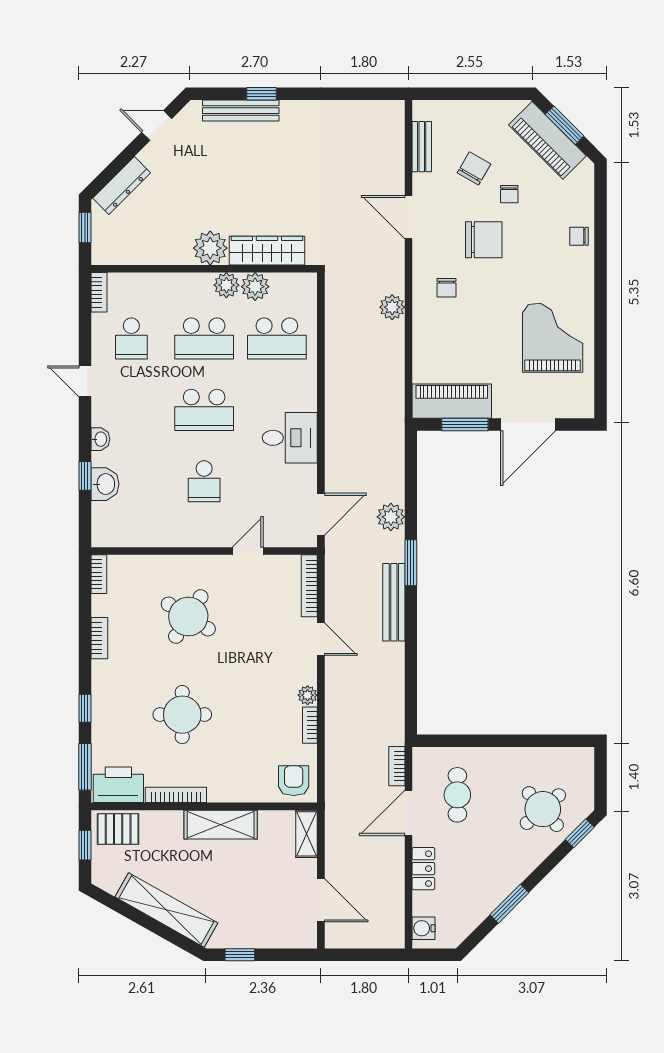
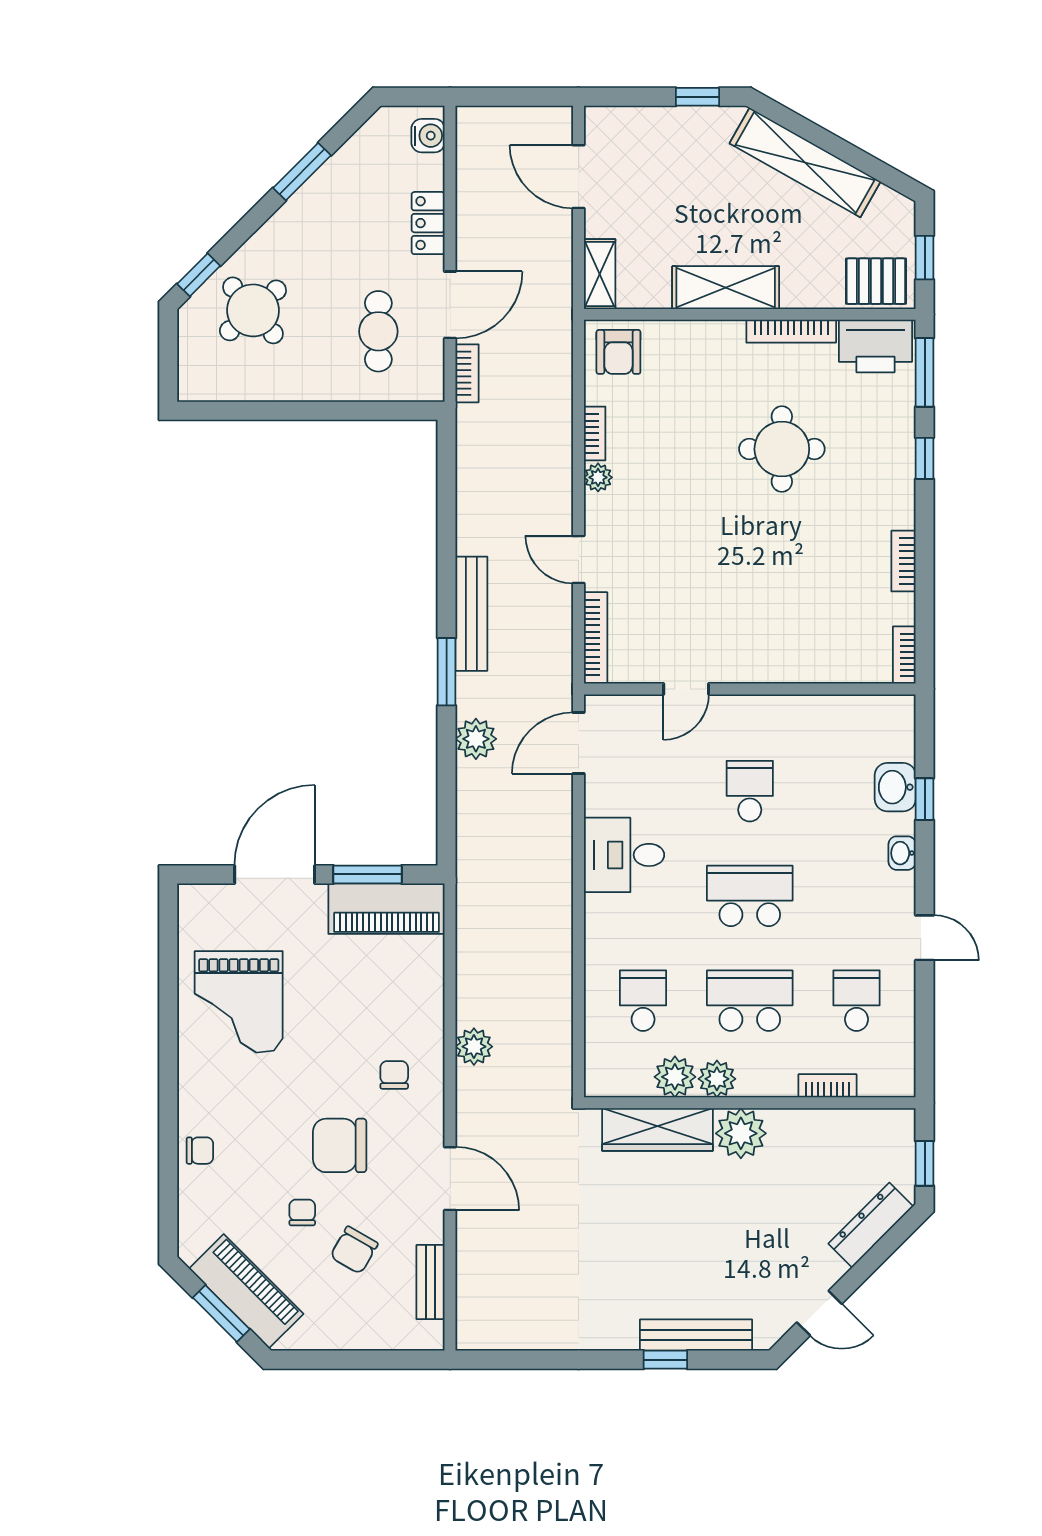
bookcase: (99, 292) -> (828, 1086), moved, turned 90
school desk: (277, 339) -> (643, 1001), width x0.54
round table: (188, 617) -> (773, 593), removed

